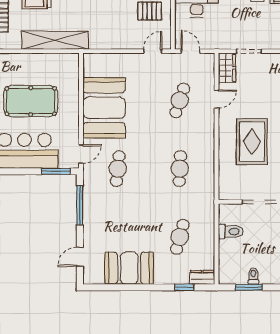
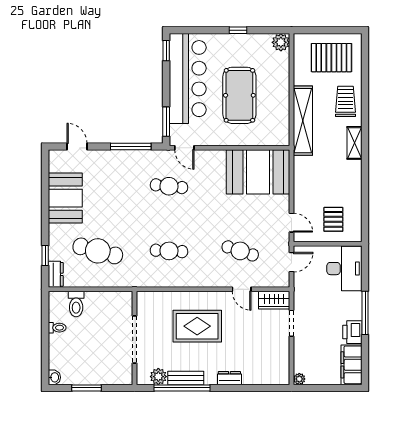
booth: (104, 108) -> (258, 172), moved
toilet: (231, 232) -> (76, 304), moved
cafe table: (180, 237) -> (98, 251), width x1.37, depth x1.35
window: (249, 287) -> (45, 323), removed

